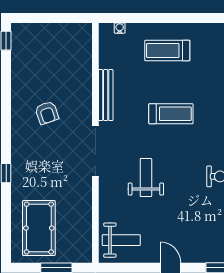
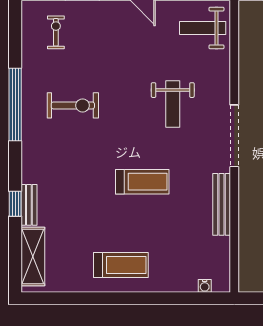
treadmill: (167, 50) -> (121, 265), moved
treadmill: (171, 114) -> (142, 182), turned 180

